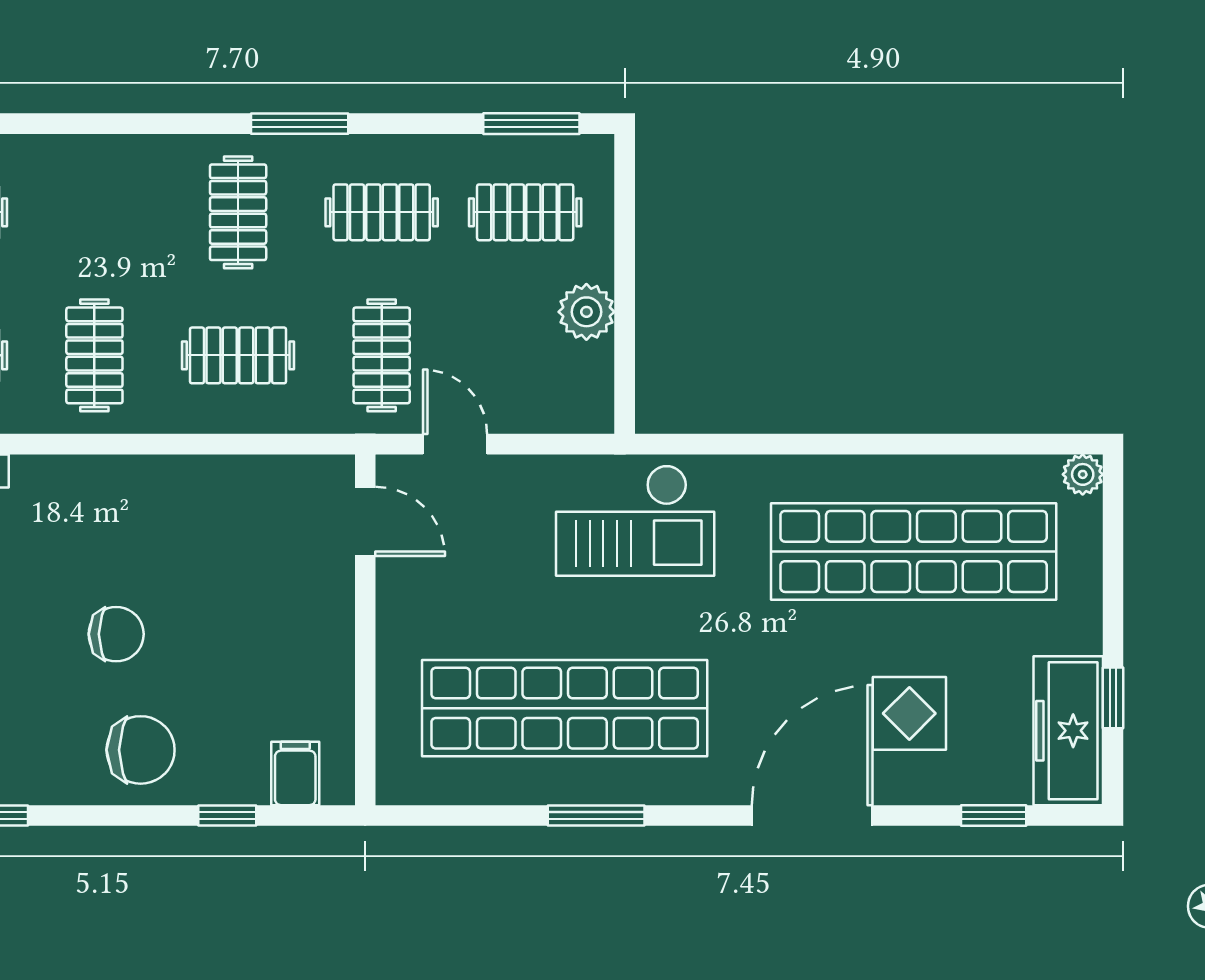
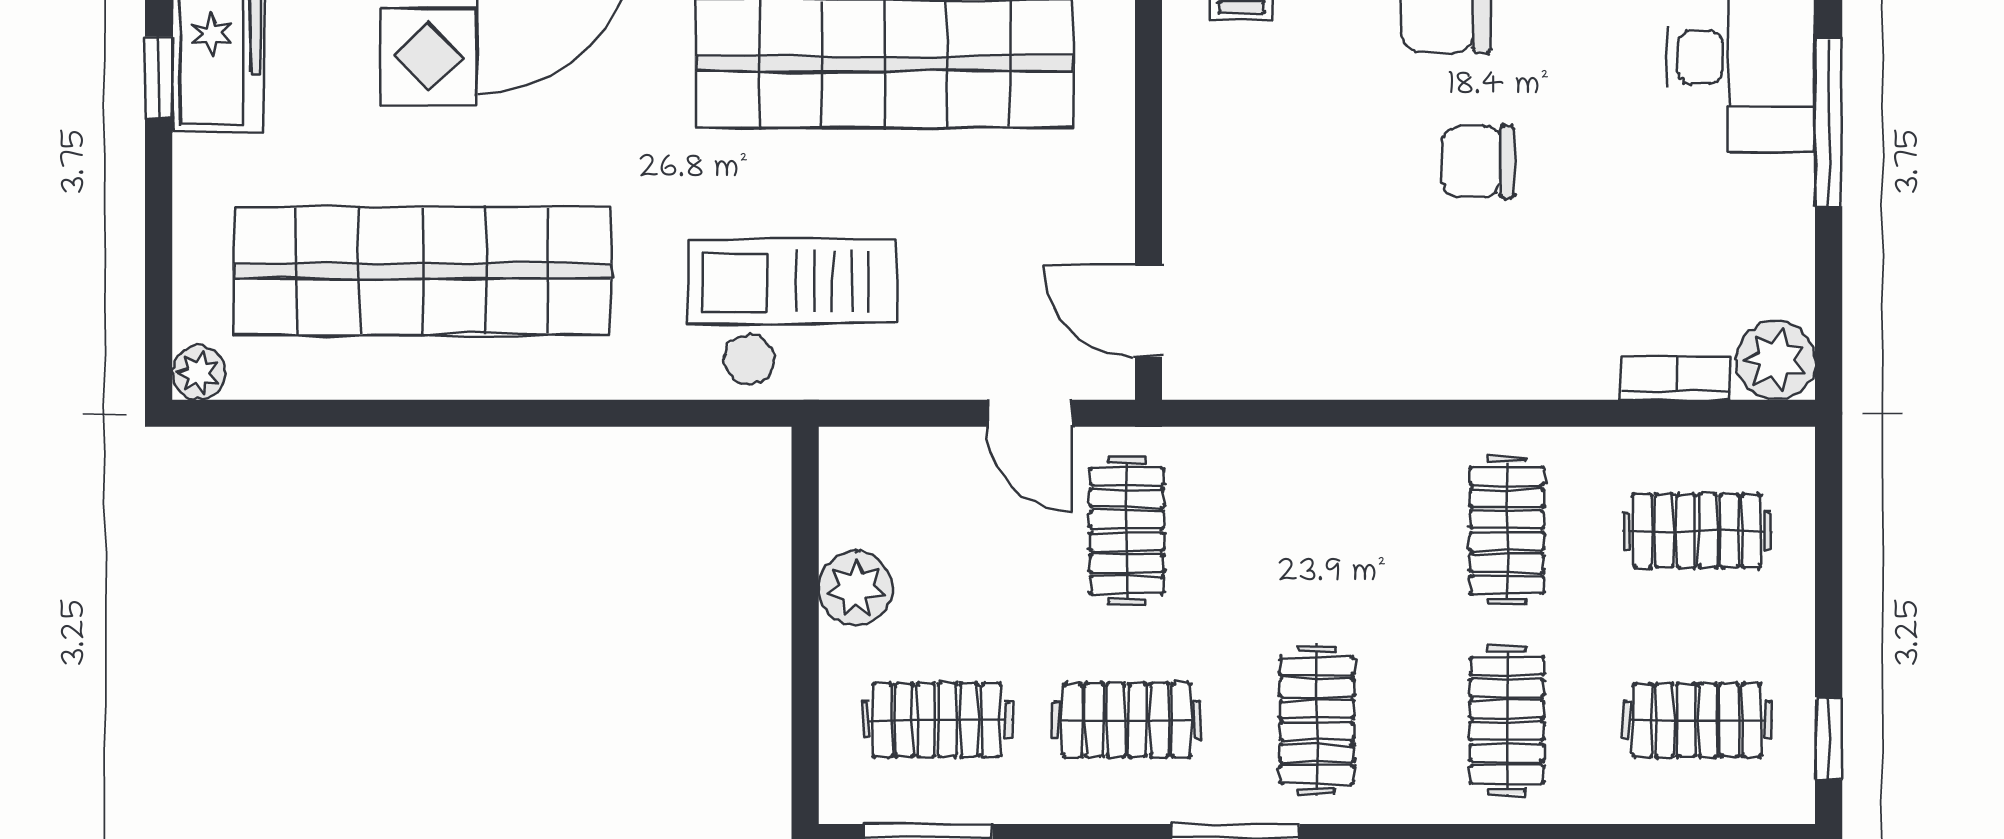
clothes rail: (238, 355) -> (1507, 720), moved, turned 90

